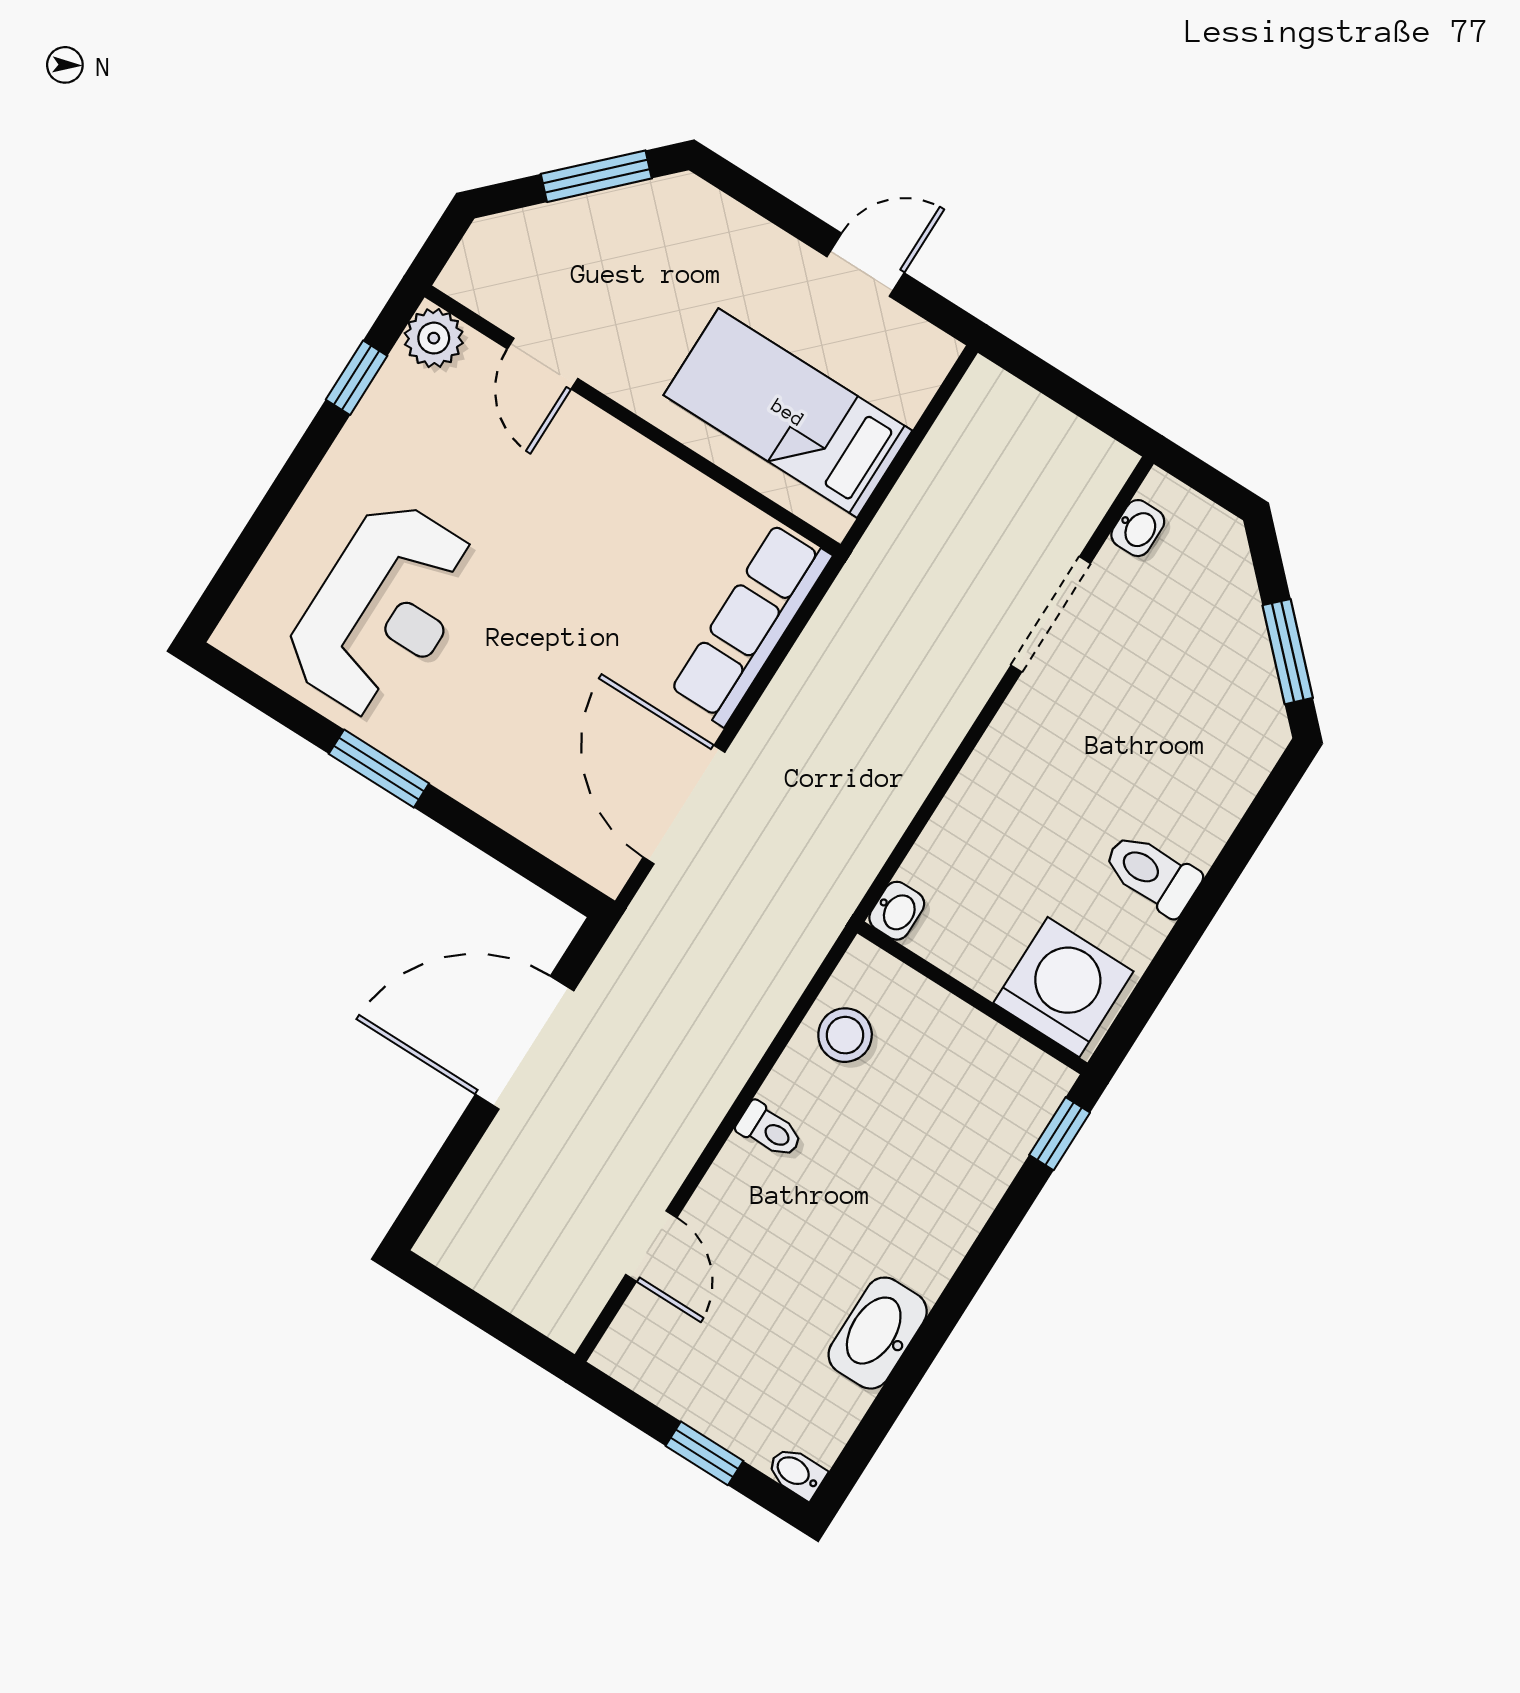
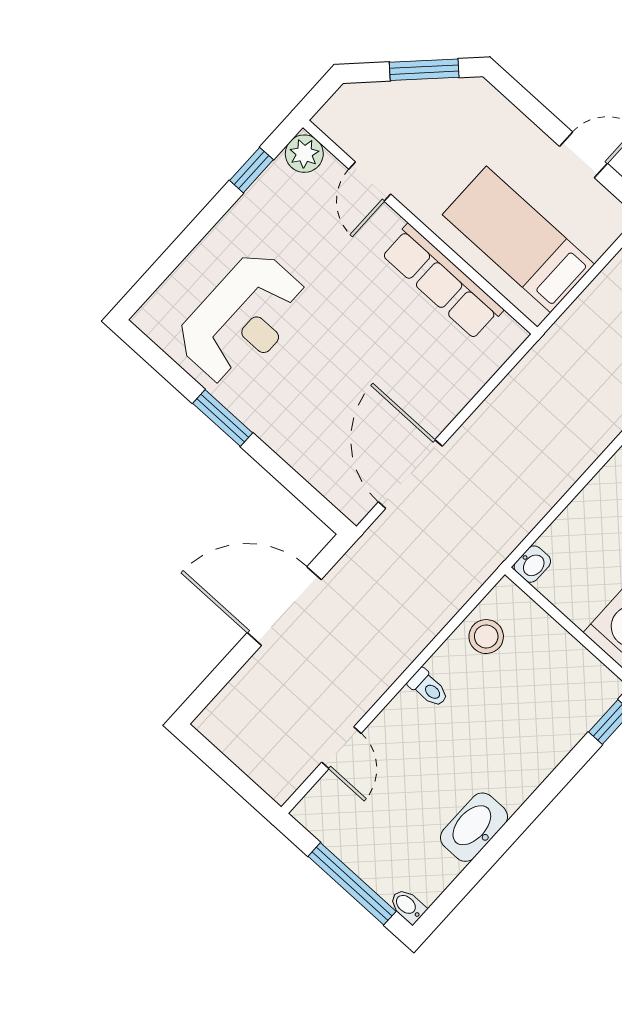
row of seats: (751, 624) -> (442, 282), moved, turned -90
window: (704, 1453) -> (352, 884), width x2.17

